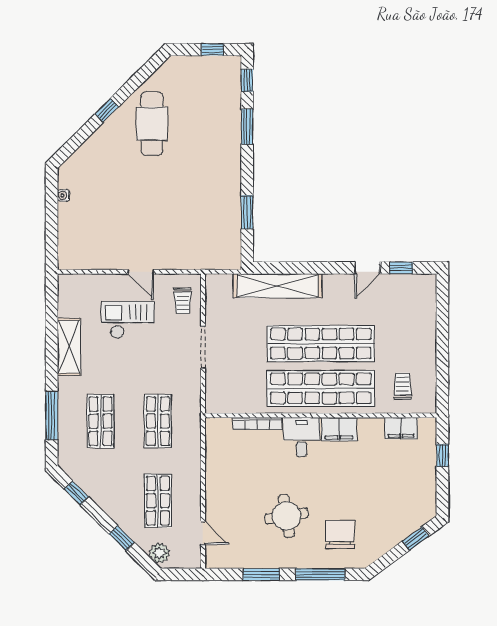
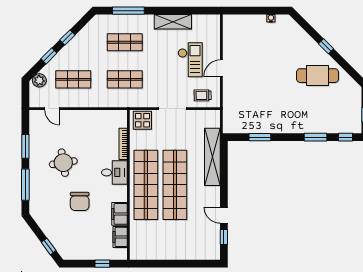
trolley: (403, 386) -> (147, 238), removed
display table: (221, 394) -> (142, 120), added
filing cabinet: (339, 429) -> (120, 214), moved
window: (76, 493) -> (67, 38), moved
door: (203, 533) -> (52, 109), hinge flipped
chair: (340, 535) -> (80, 201), moved, turned 90

